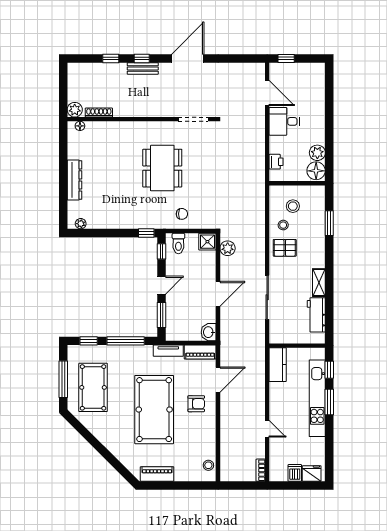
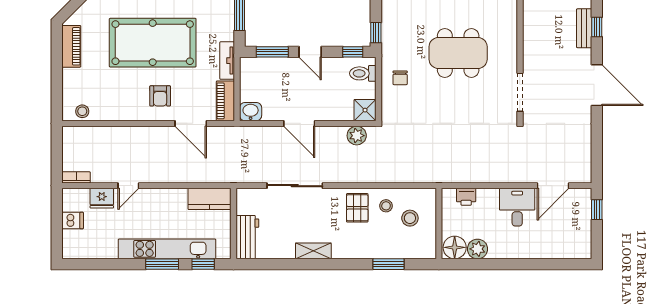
workbench: (316, 315) -> (247, 237), moved, turned 90
fridge: (312, 473) -> (102, 198), moved, turned 90

